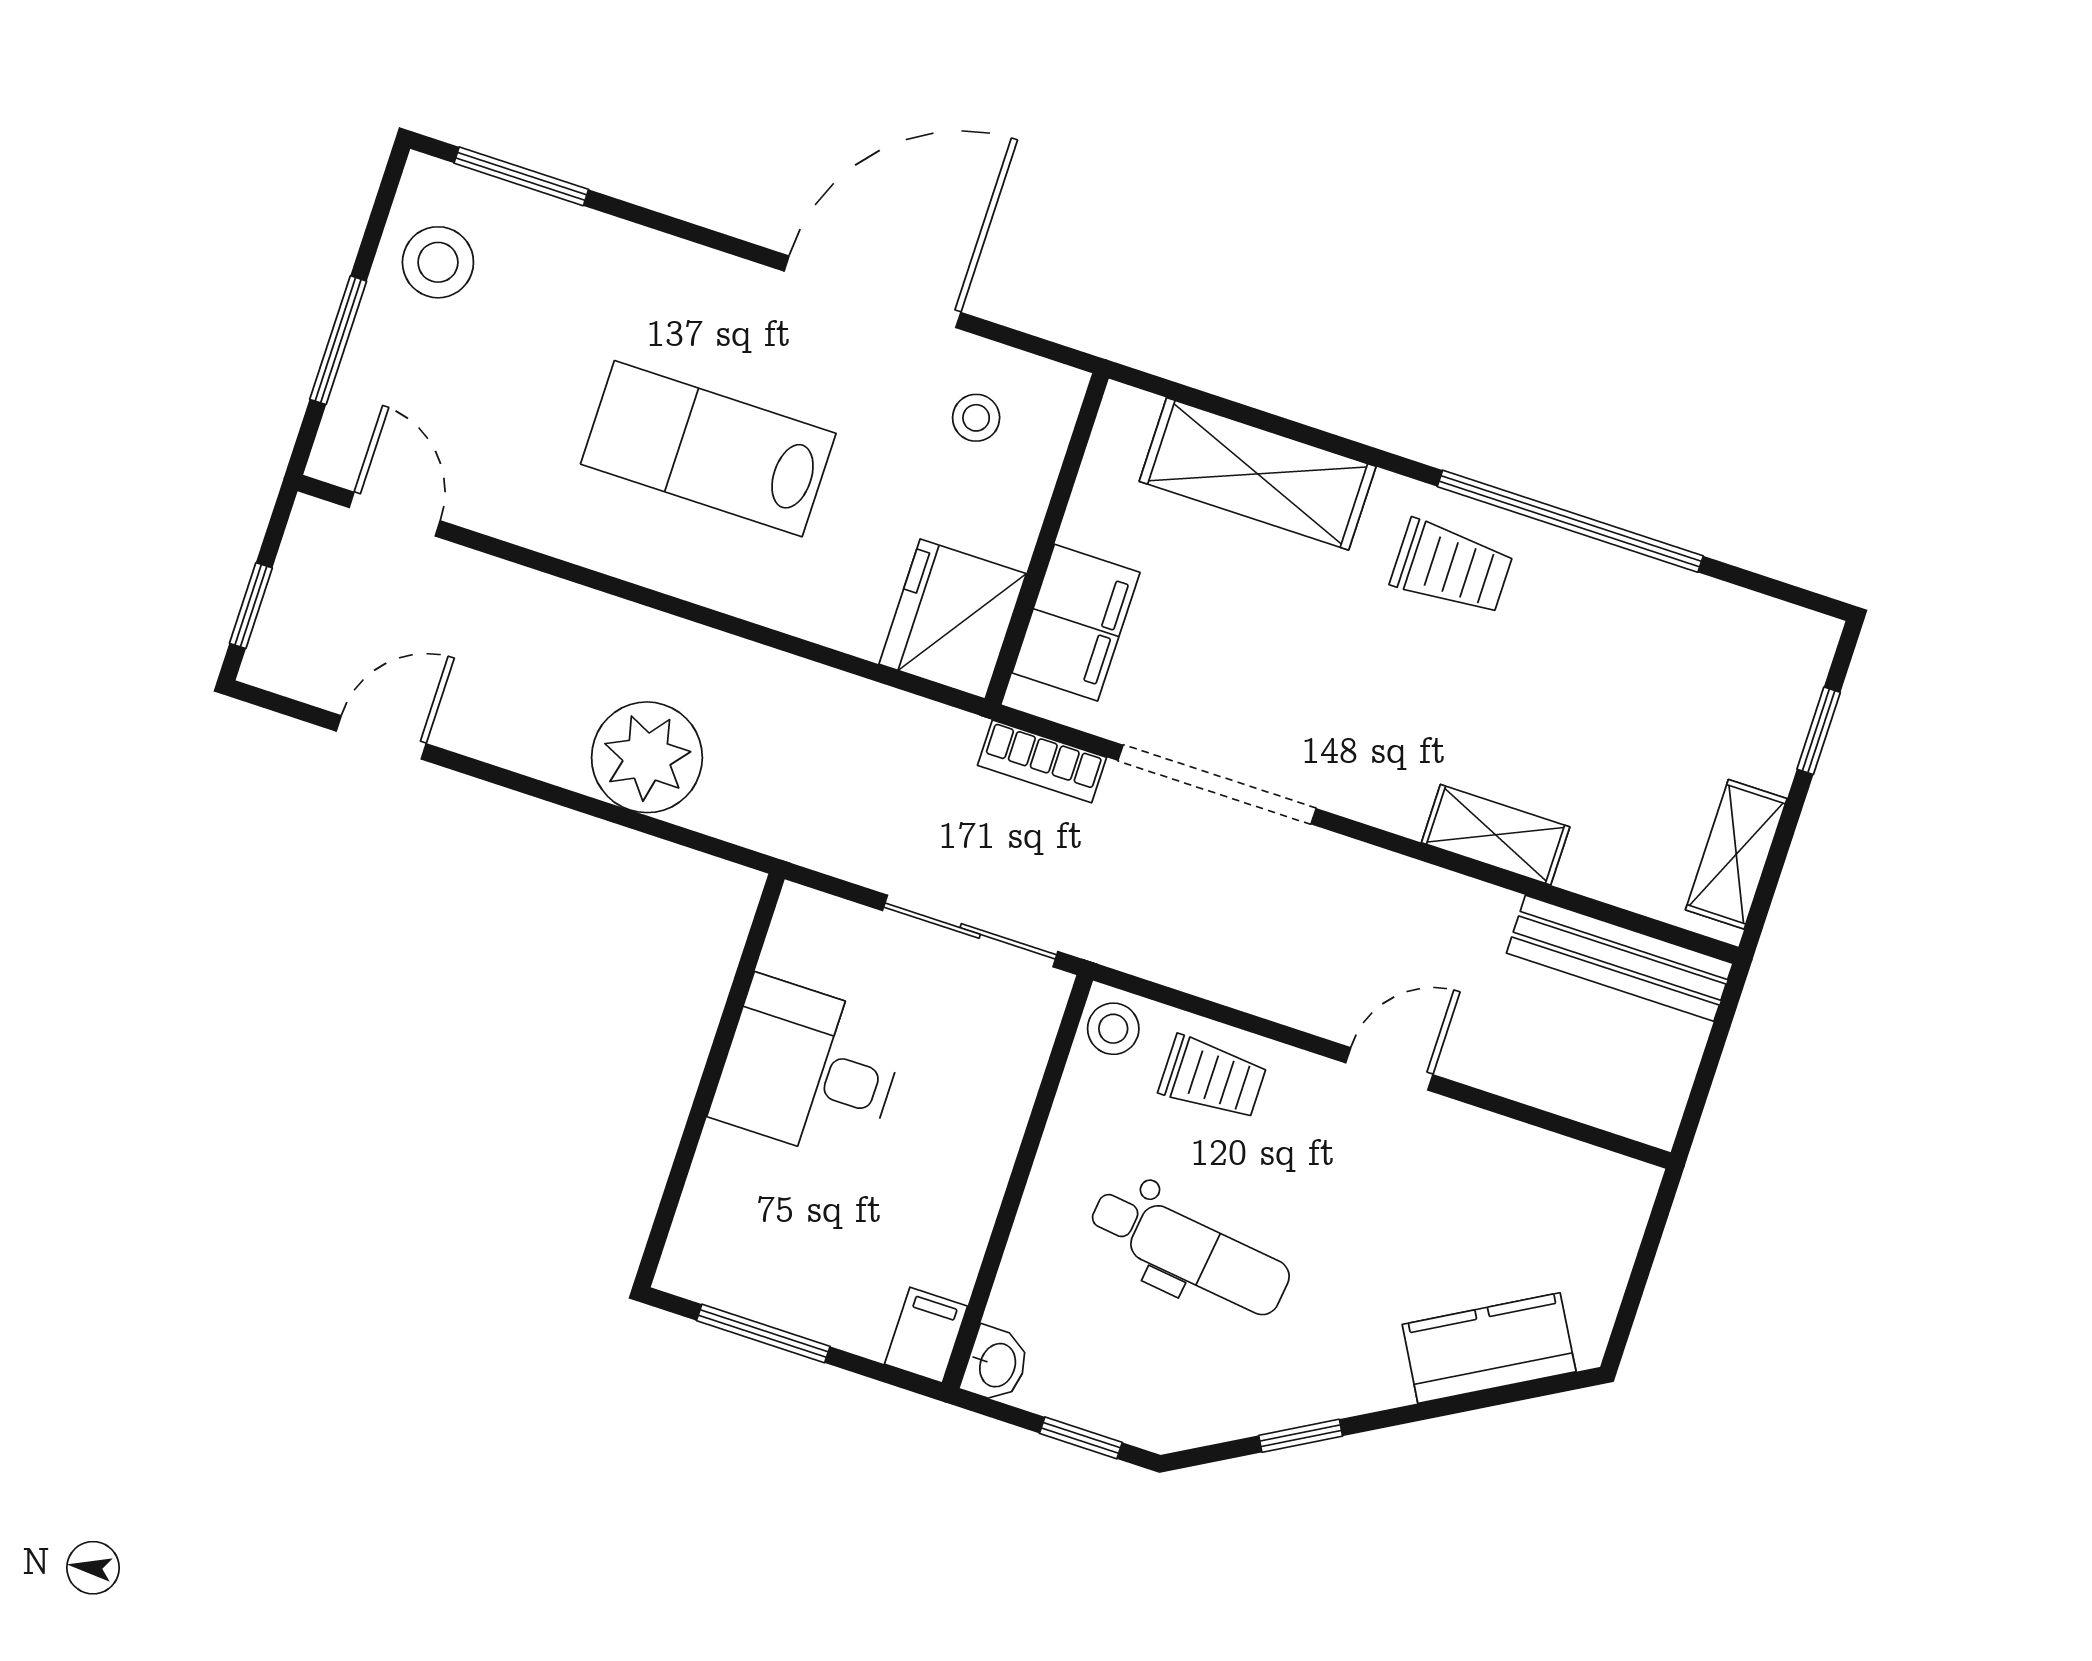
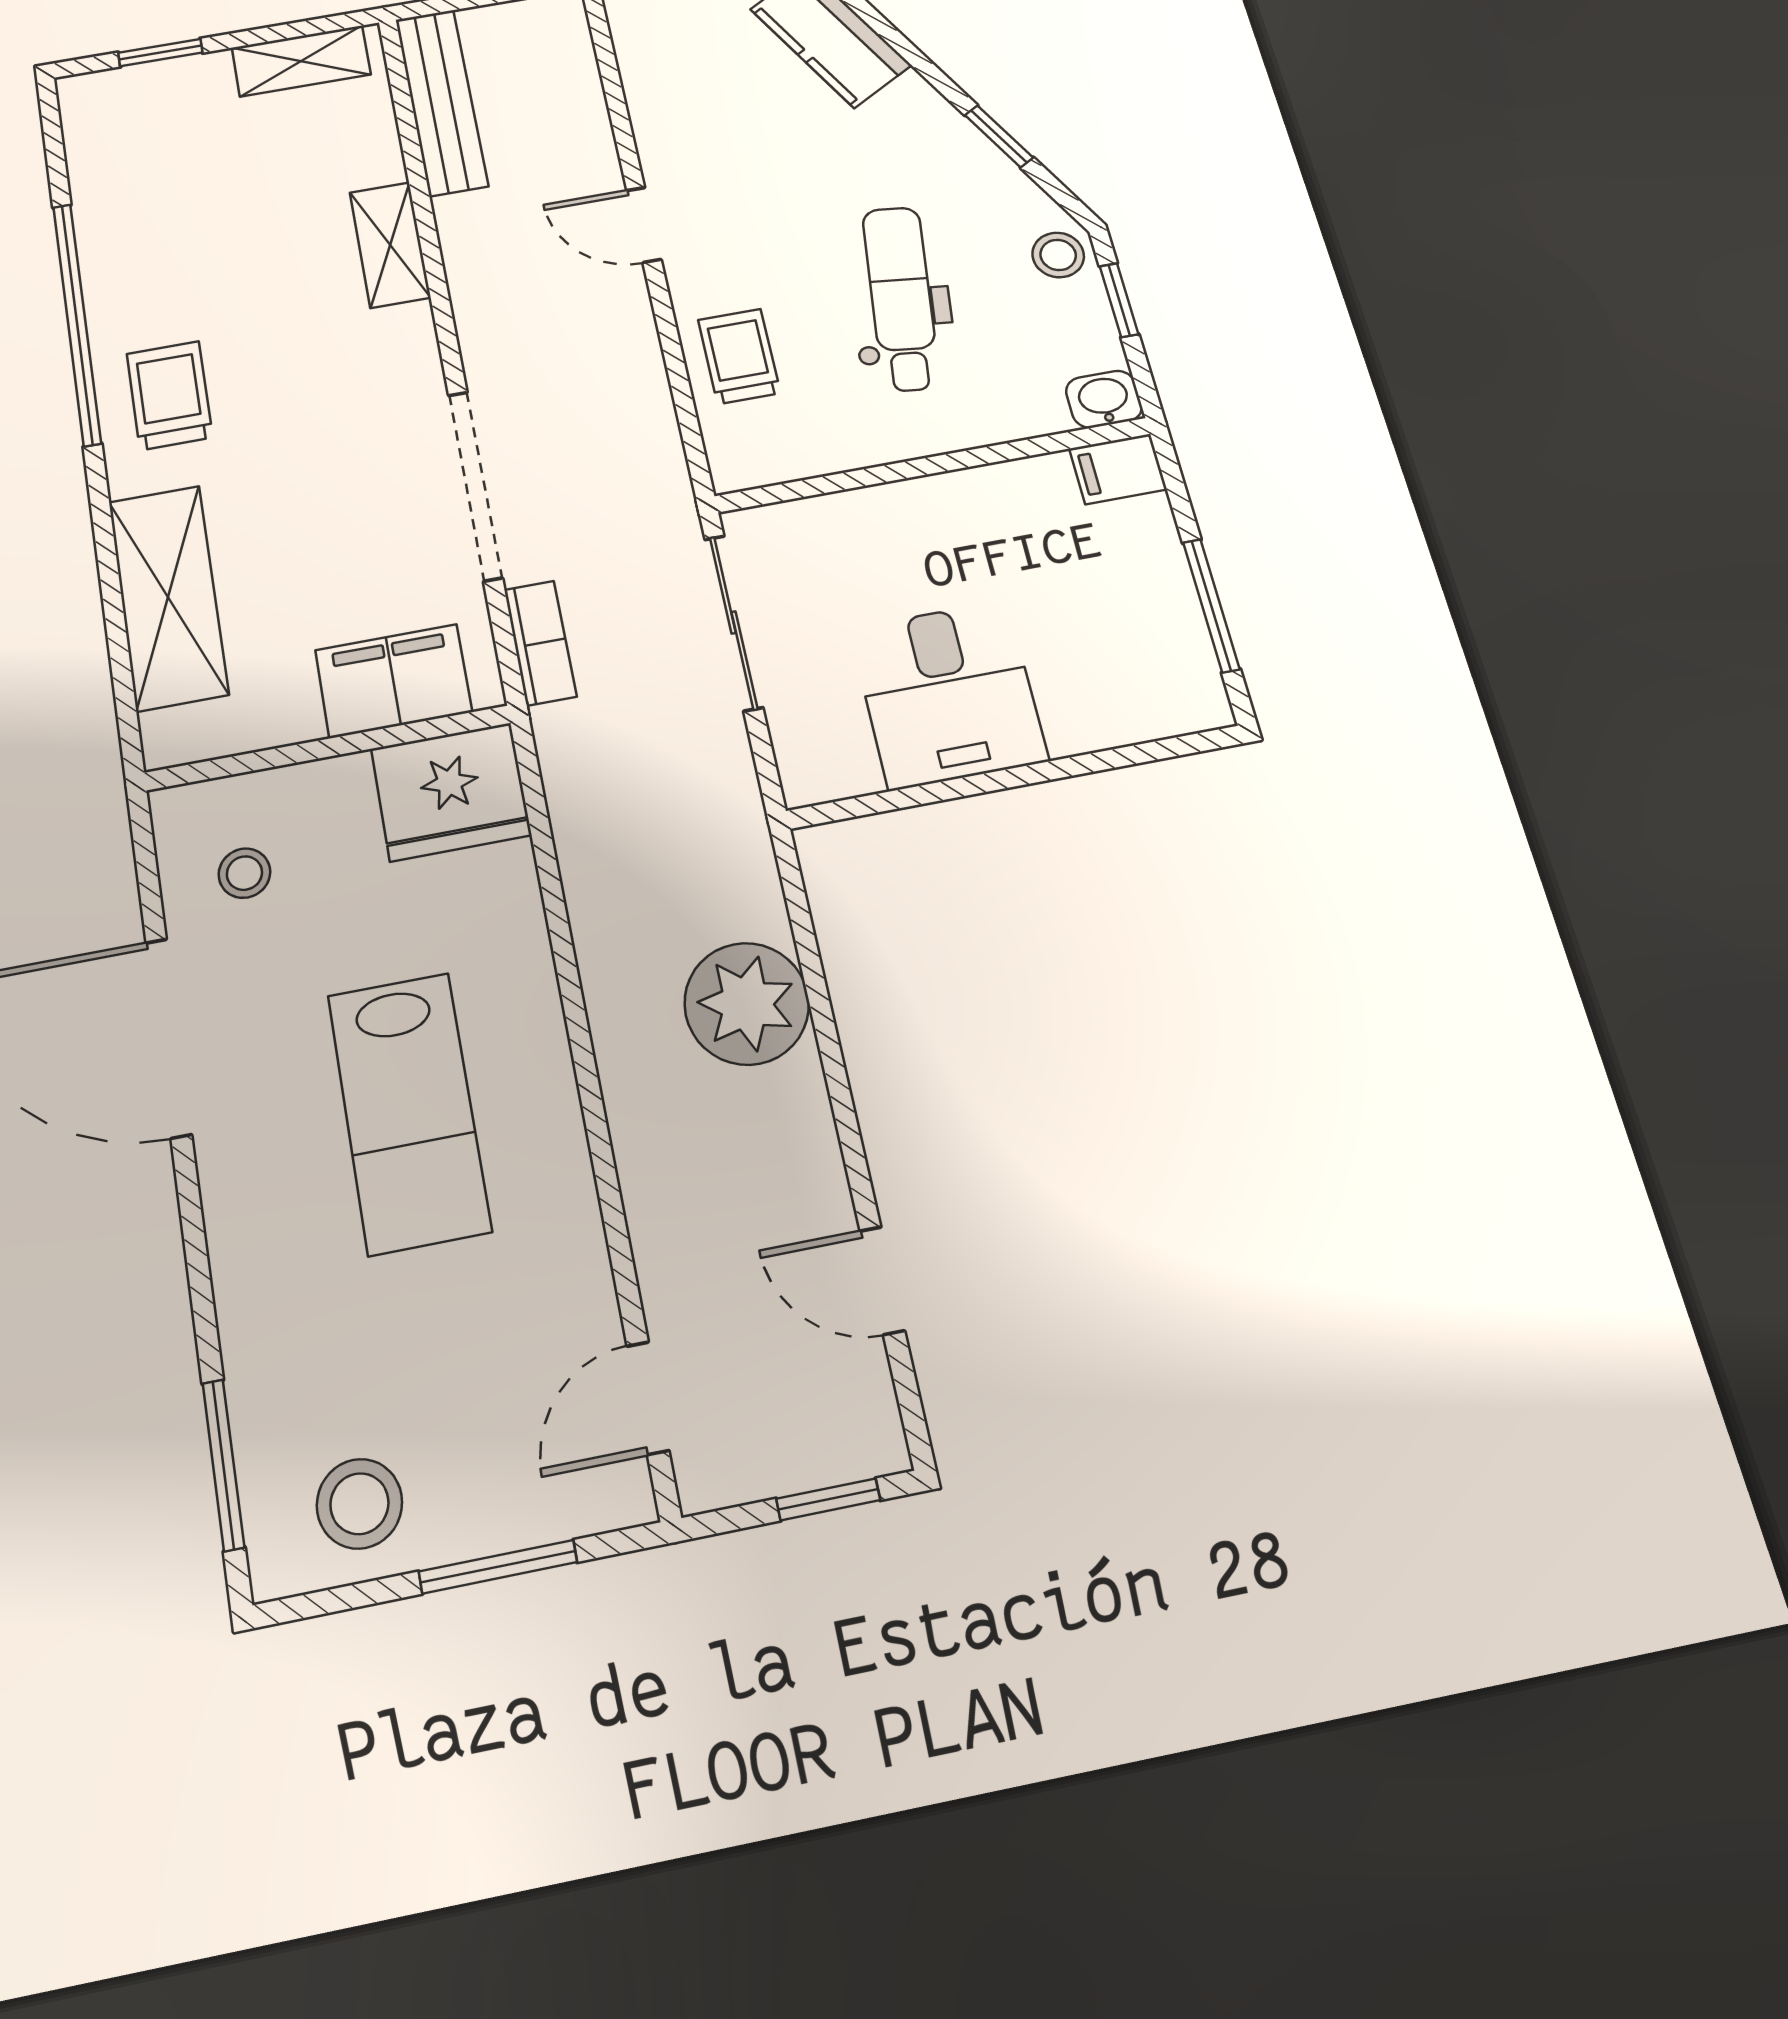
stool: (1113, 1029) -> (1058, 255), moved

